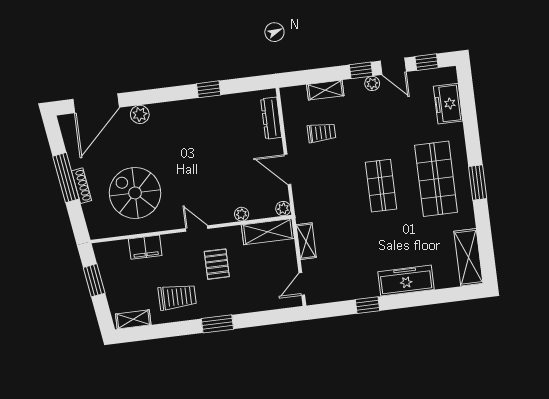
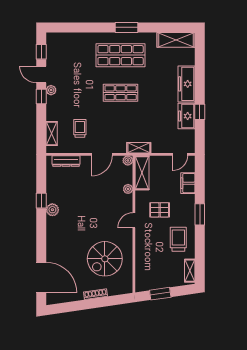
door: (393, 66) -> (41, 75), swing flipped
shelving: (325, 90) -> (52, 134), moved
freezer: (448, 104) -> (186, 116), moved, turned 90
plant: (140, 114) -> (52, 210), moved
window: (66, 178) -> (89, 304), removed
shelving: (306, 241) -> (139, 148), moved
filing cabinet: (145, 247) -> (188, 183), moved, turned 180
door: (302, 284) -> (180, 154), hinge flipped

